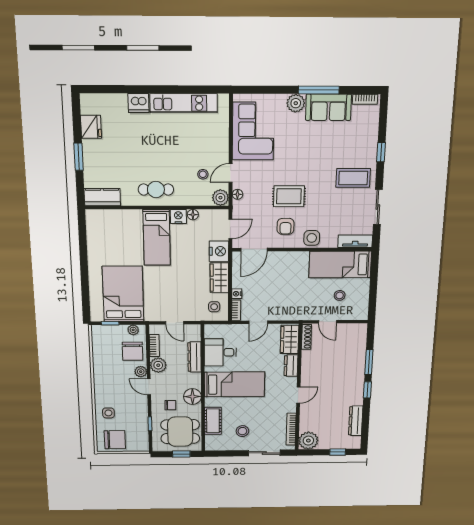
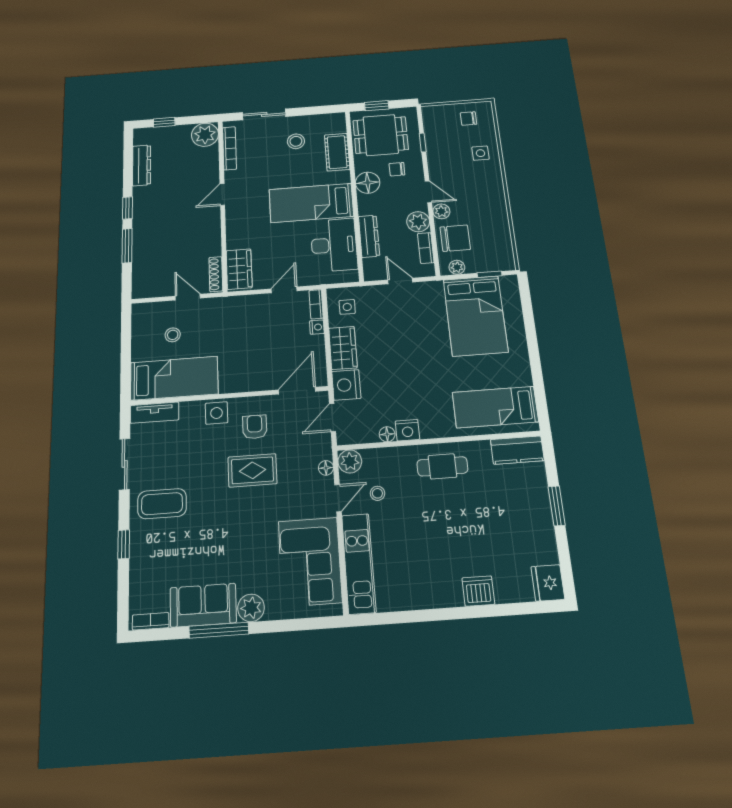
kitchen unit: (184, 103) -> (359, 563), moved, turned 90
fridge: (91, 127) -> (548, 583), moved
bed: (157, 238) -> (495, 407), moved, turned -90
chair: (133, 351) -> (455, 238), turned 90
desk: (220, 352) -> (334, 245), width x1.37
dresser: (291, 366) -> (235, 234), removed
chair: (115, 440) -> (468, 118), width x0.54, depth x0.54

